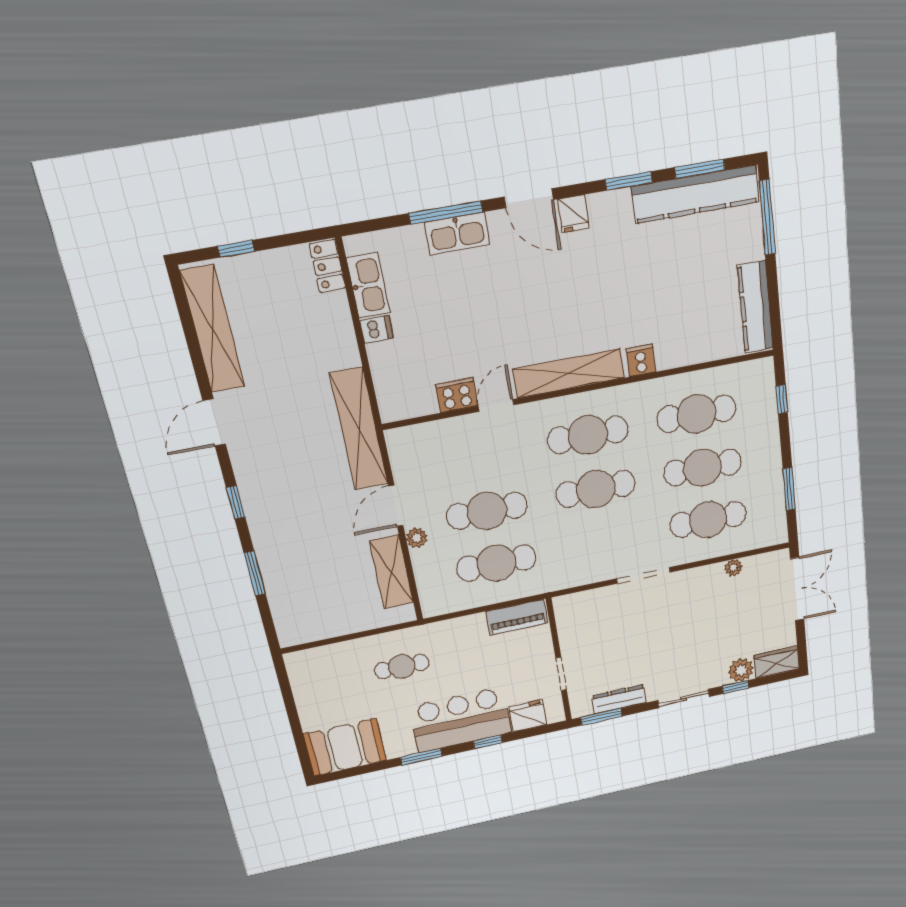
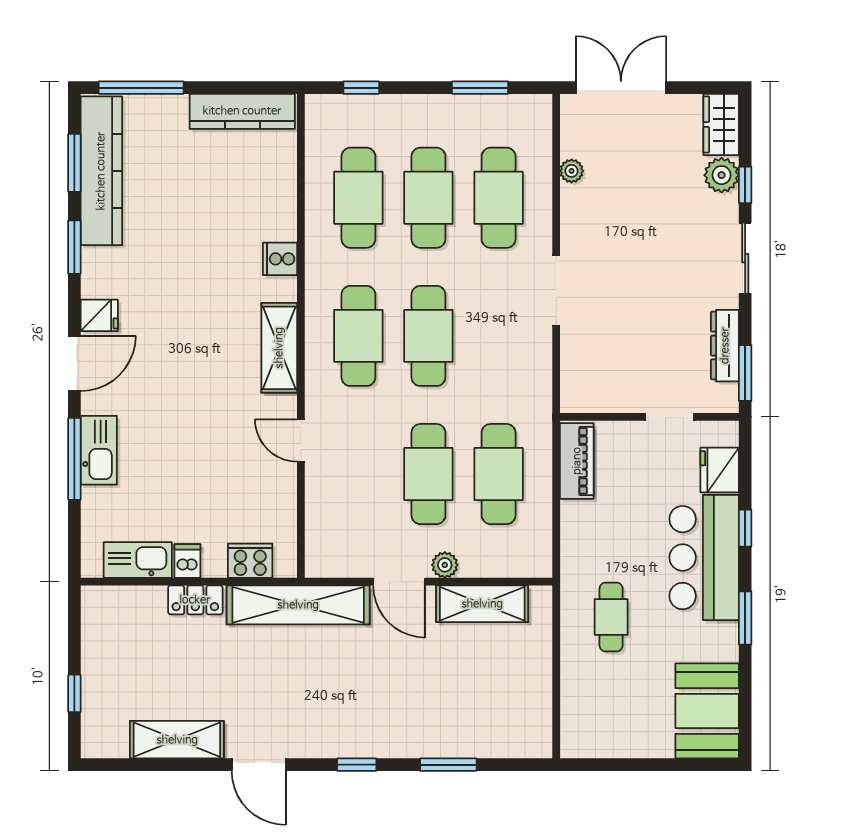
locker: (328, 266) -> (195, 600), moved
shelving: (213, 329) -> (177, 740), width x0.68
shelving: (569, 373) -> (279, 348), width x0.68
cooker: (457, 395) -> (250, 561), moved, turned 90

